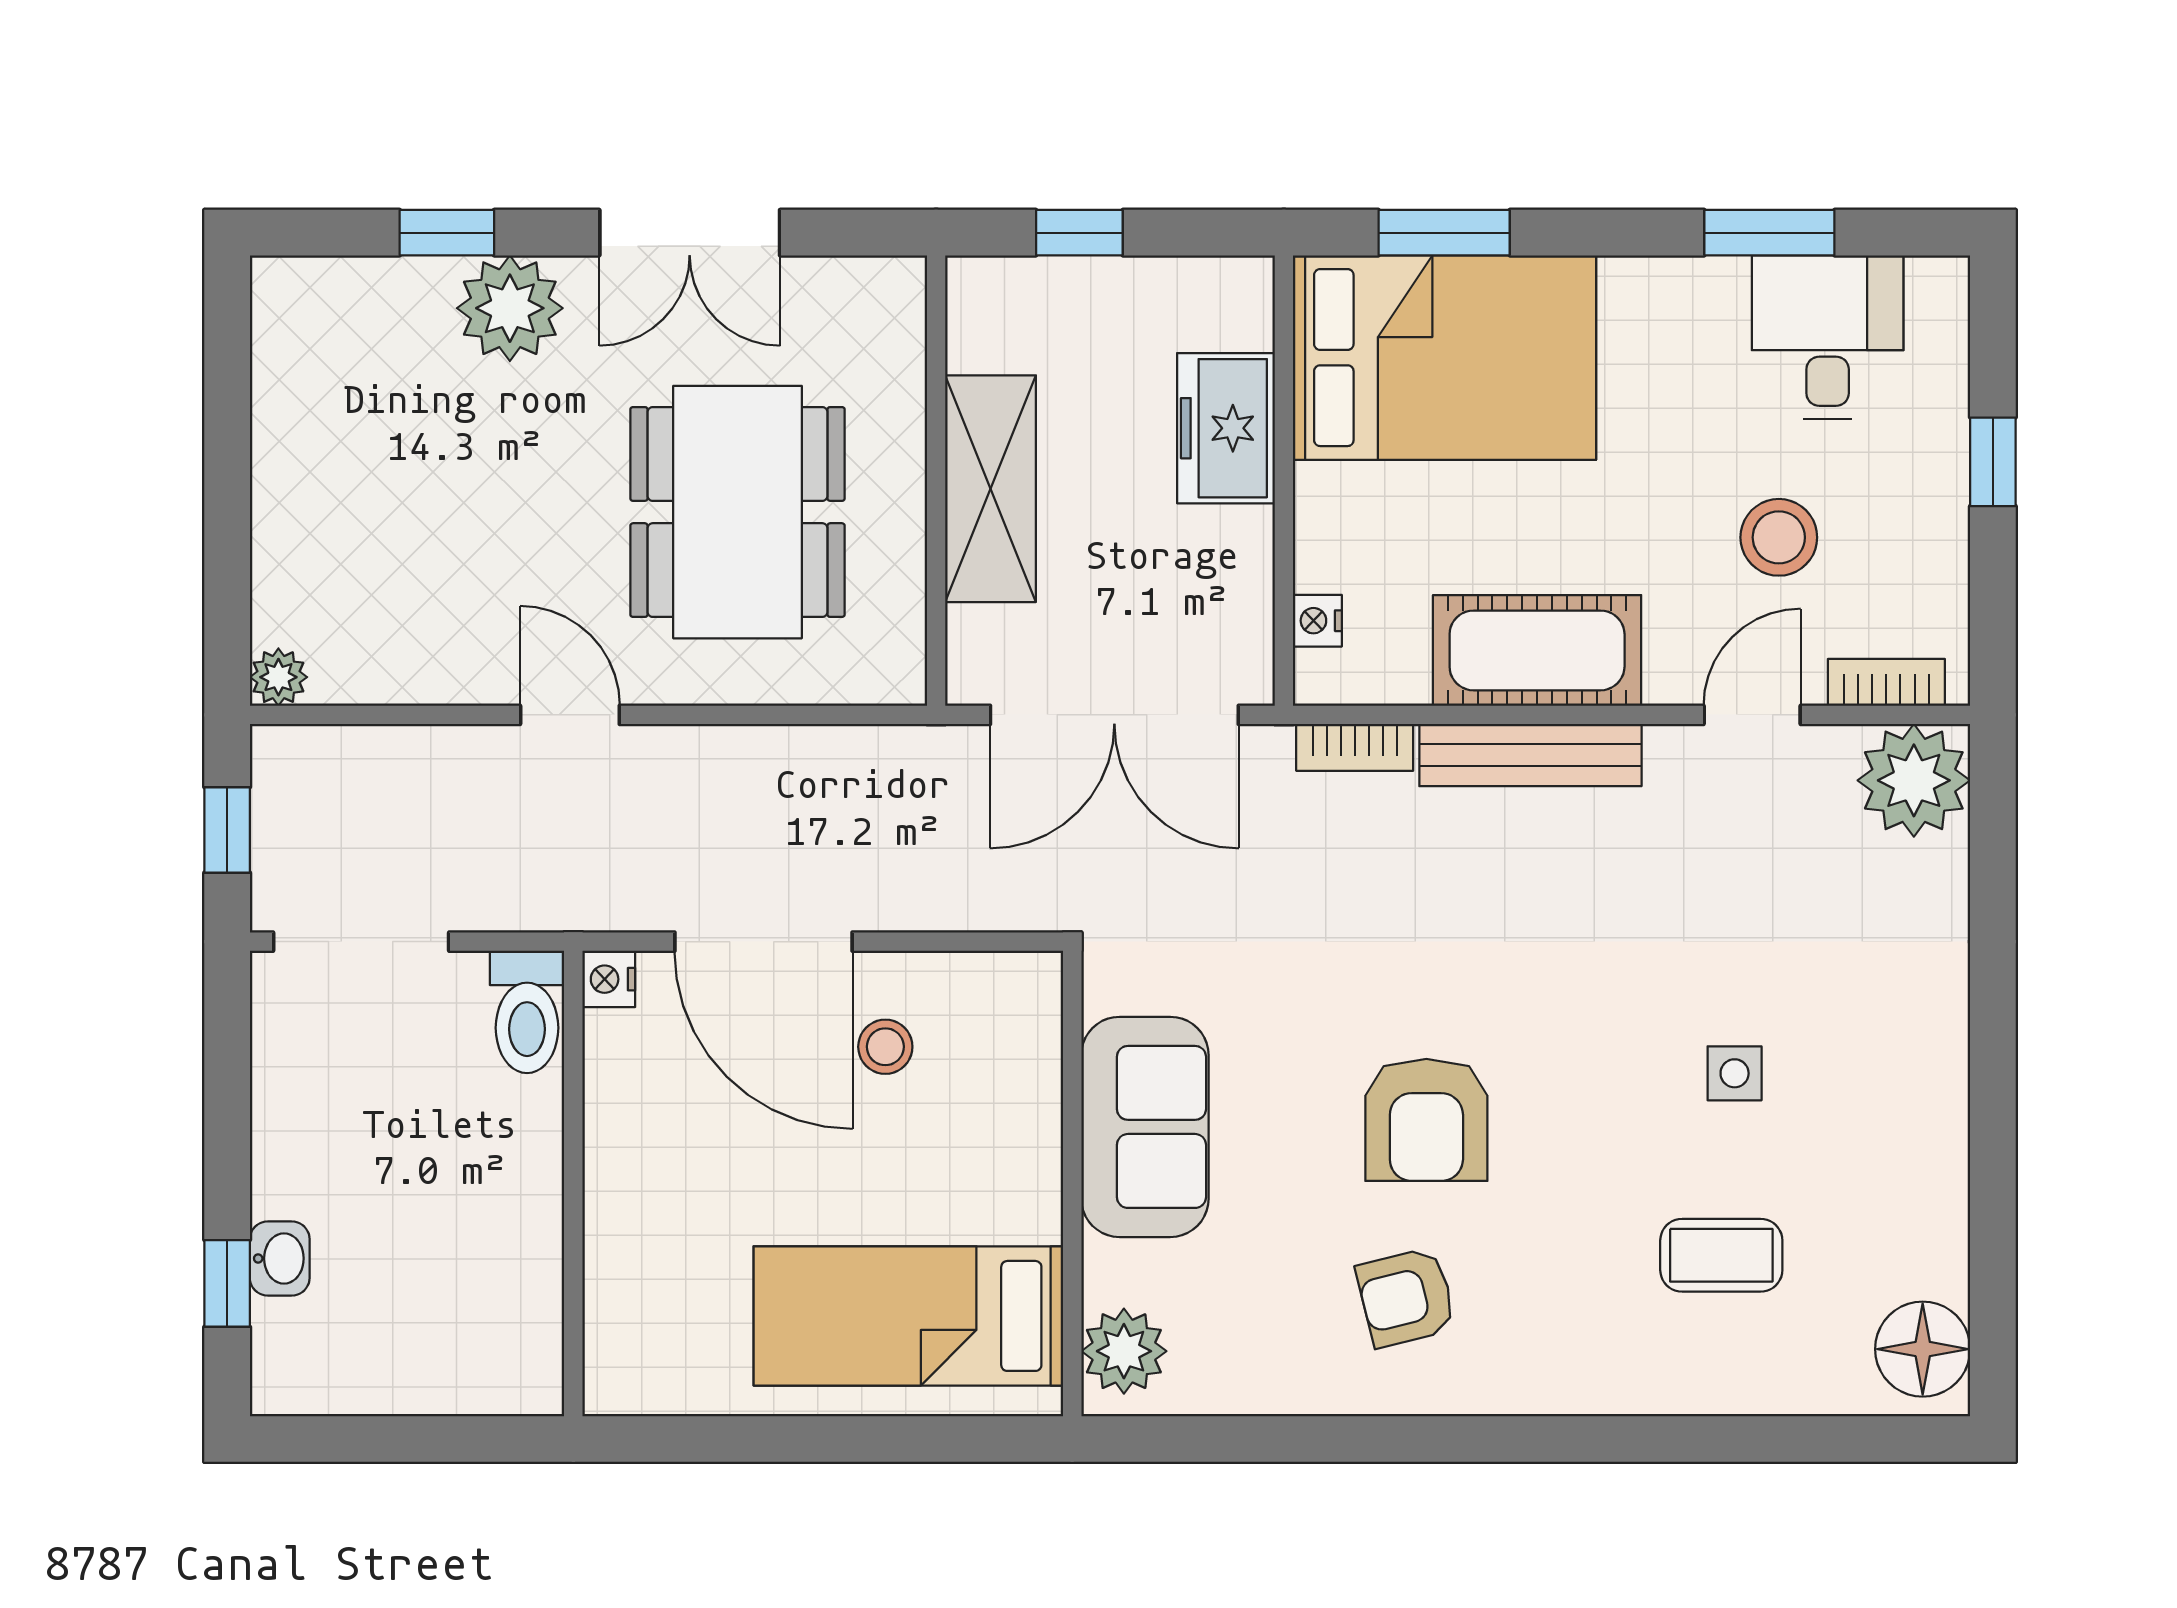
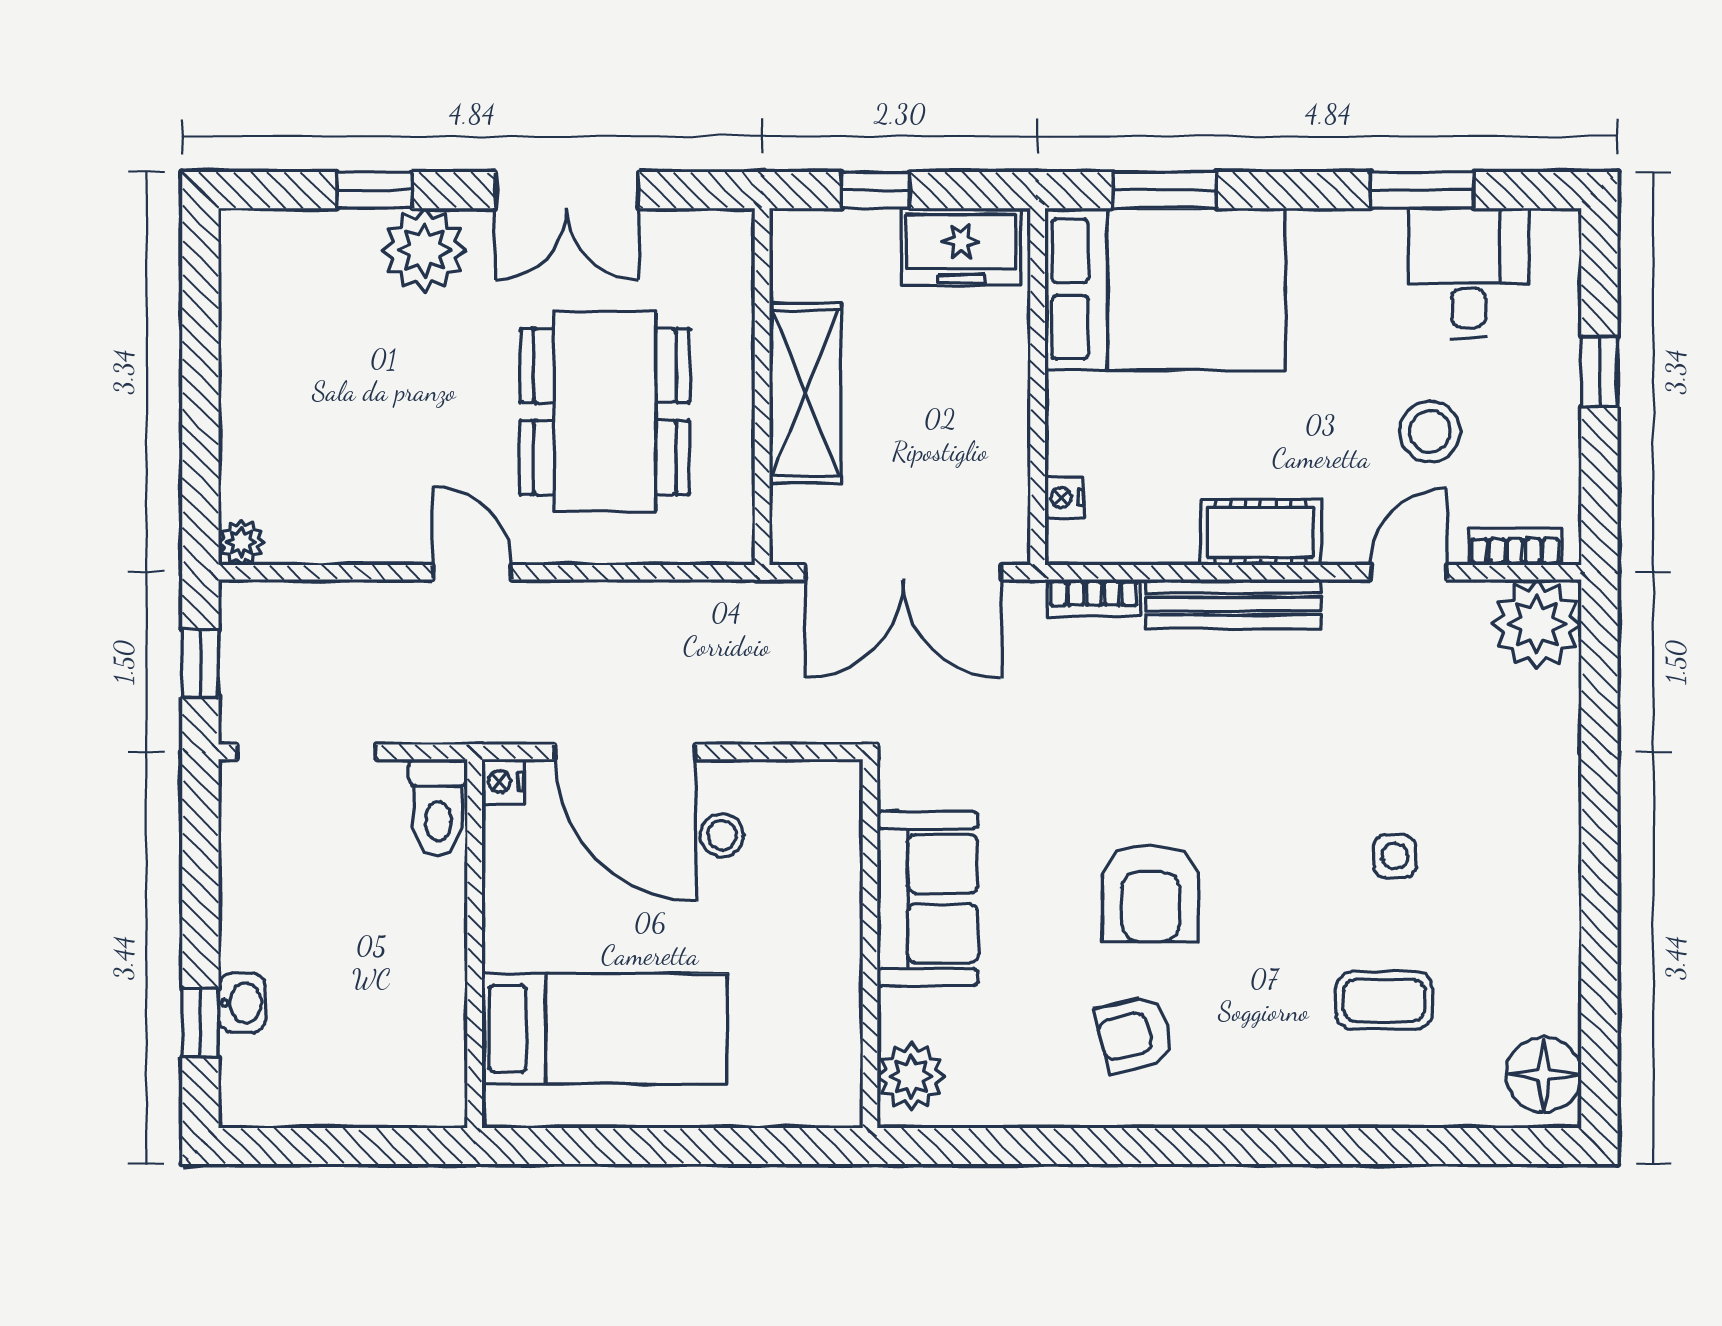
freezer: (1226, 428) -> (961, 247), moved, turned -90
cot: (1537, 650) -> (1260, 532), width x0.73, depth x0.75
bed: (908, 1316) -> (604, 1029), moved, turned 180

